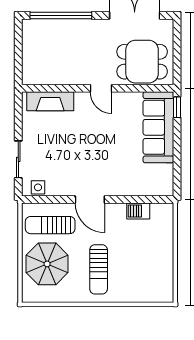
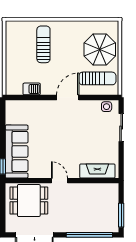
window: (18, 42) -> (121, 215), added
door: (90, 200) -> (68, 98), hinge flipped
sun lounger: (99, 269) -> (43, 44), moved

